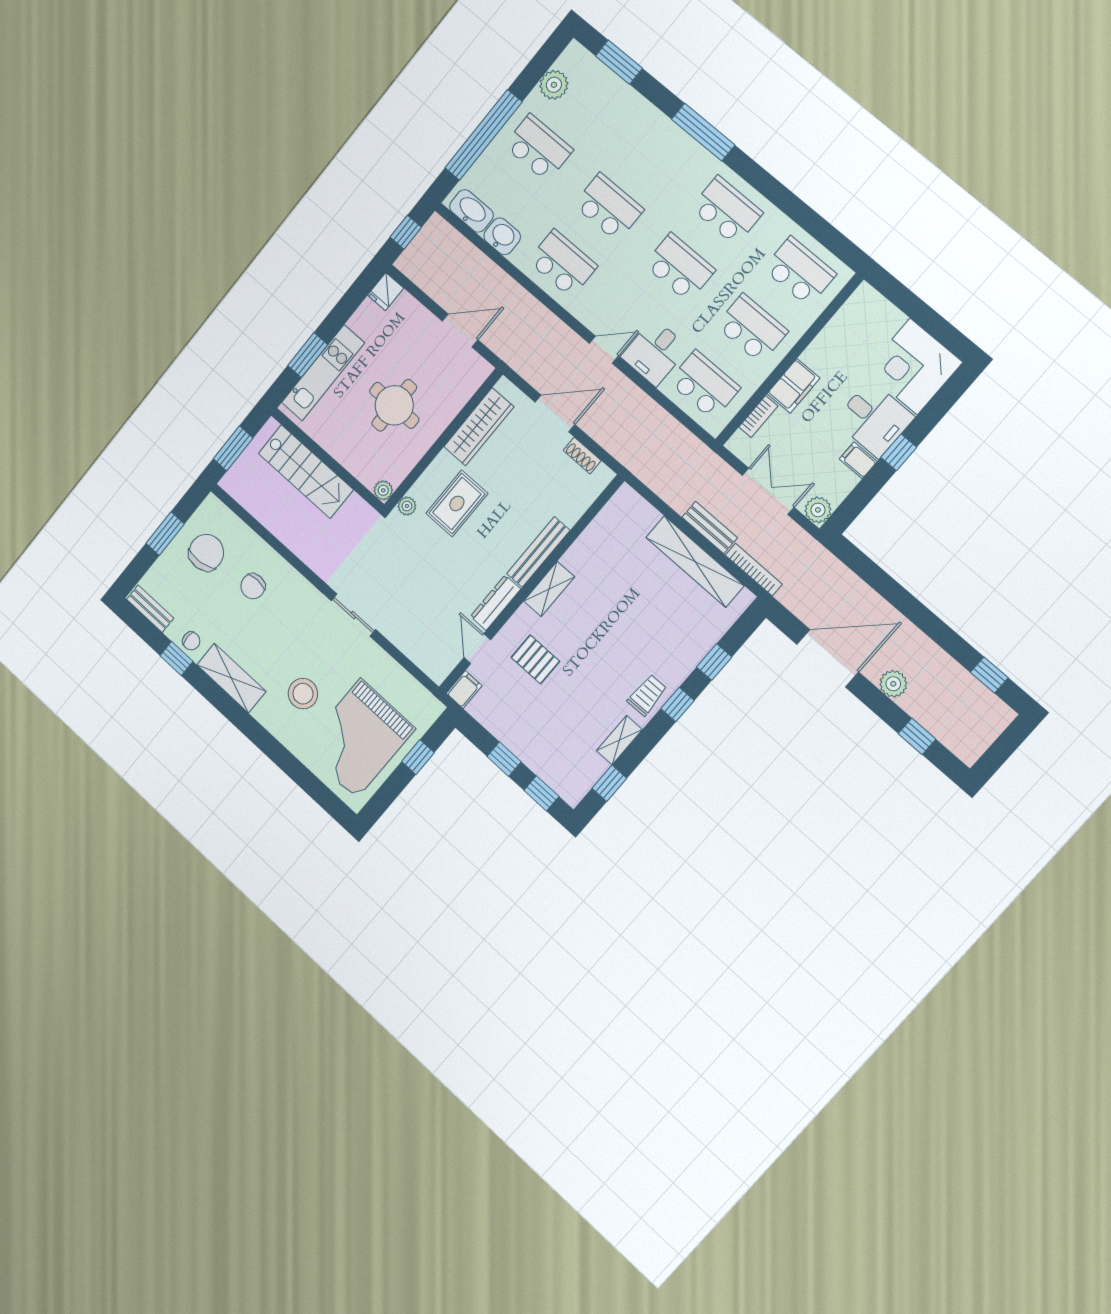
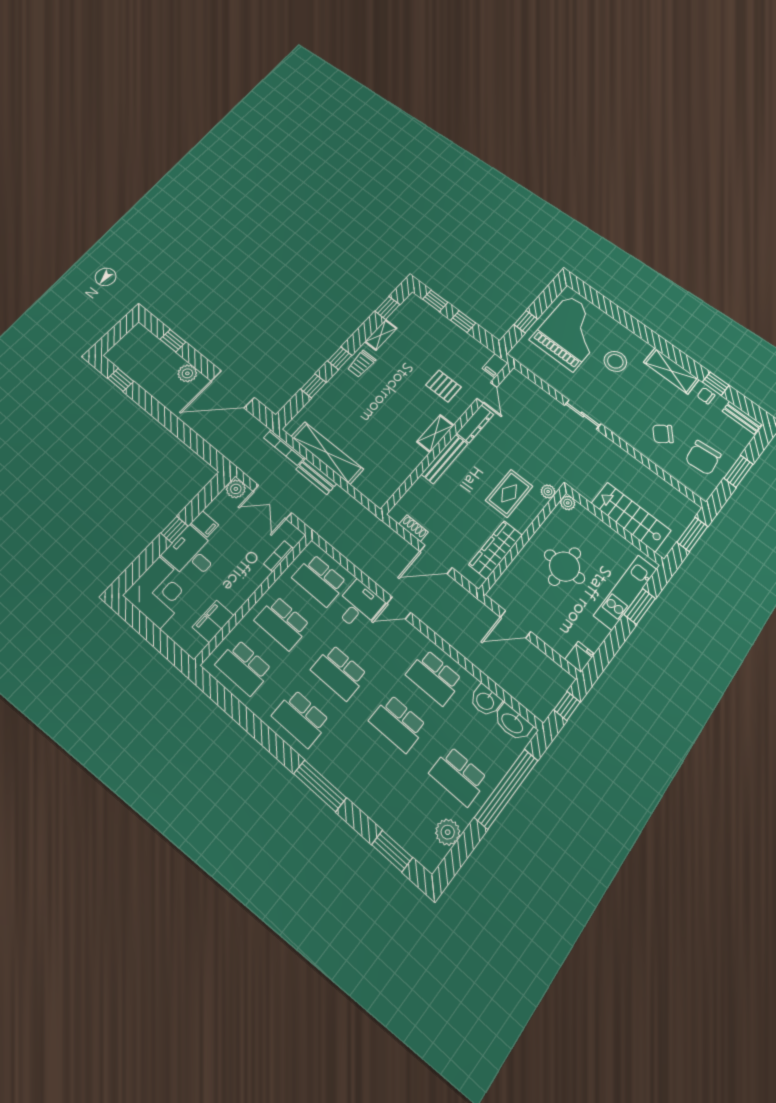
filing cabinet: (793, 386) -> (213, 621), moved
chair: (253, 586) -> (663, 434), turned -130

